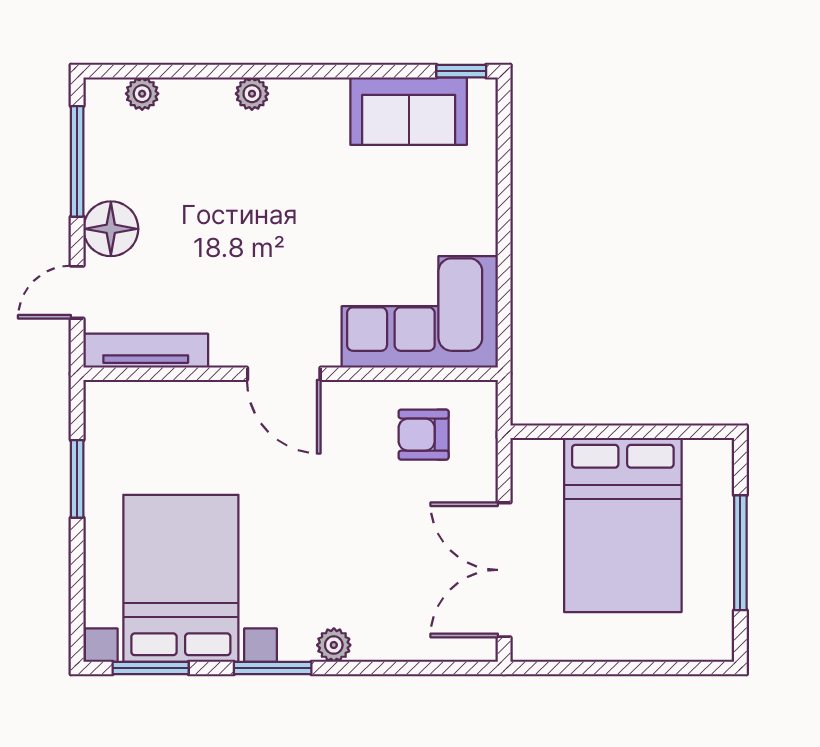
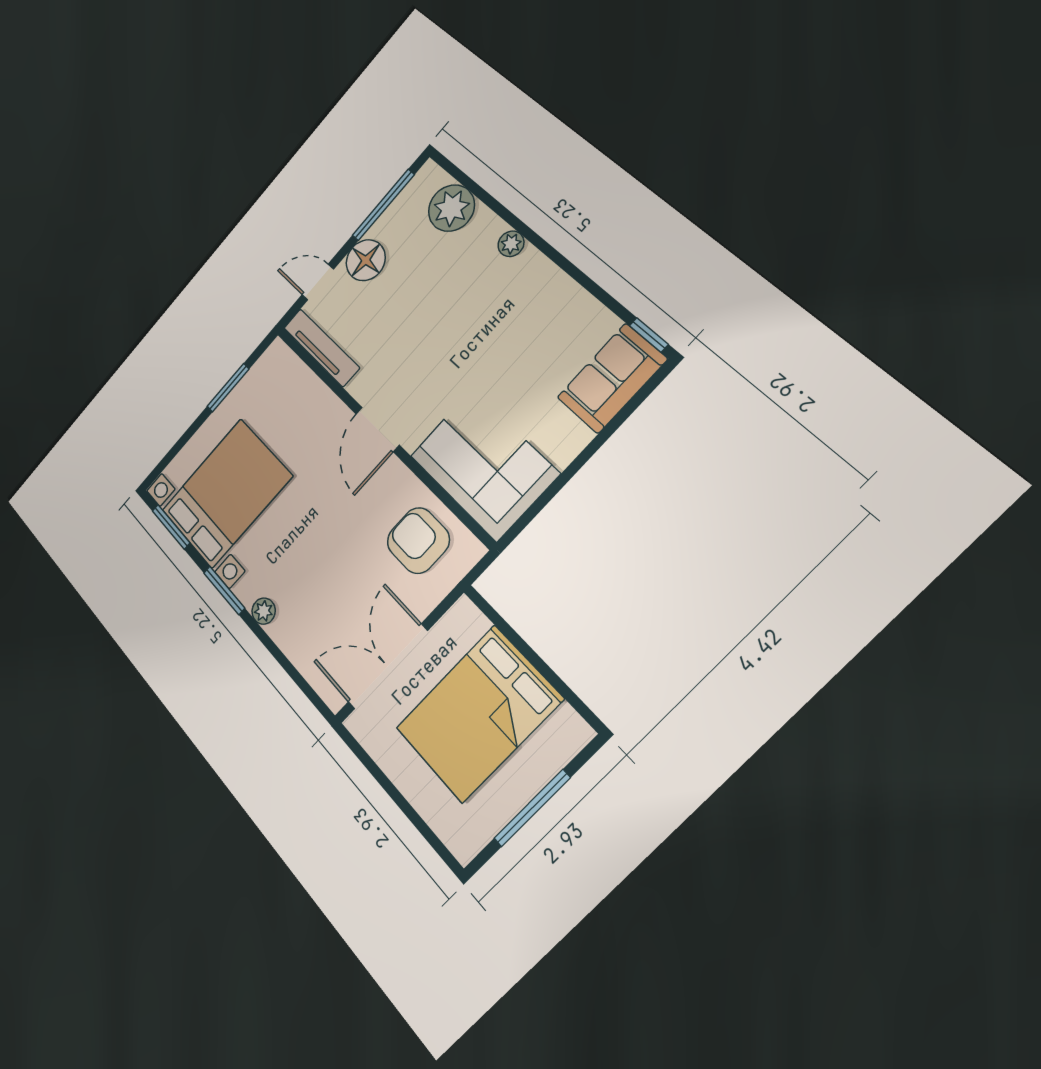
plant: (142, 94) -> (451, 208), width x1.88, depth x1.88
sofa: (409, 111) -> (612, 378), moved, turned 90
armchair: (424, 435) -> (418, 541), width x1.38, depth x1.38

